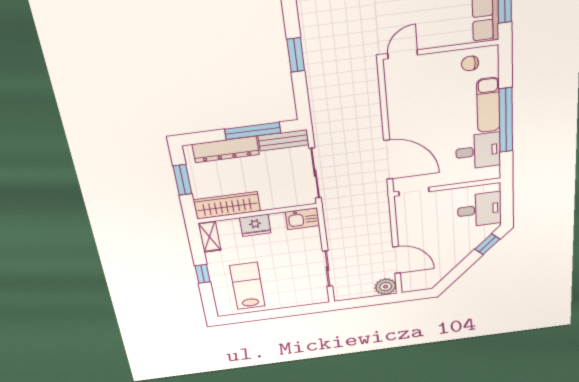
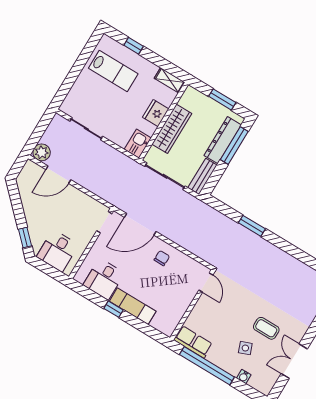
chair: (470, 63) -> (162, 258), moved
window: (506, 120) -> (114, 309), width x0.32
window: (253, 131) -> (234, 145), moved
wardrobe: (227, 205) -> (172, 129), moved
window: (203, 274) -> (134, 46), moved

